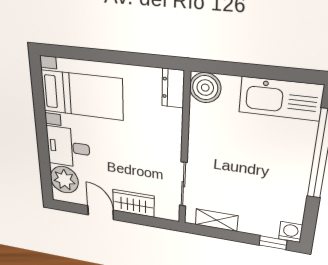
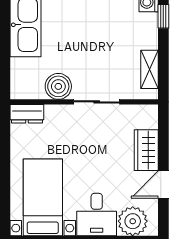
boiler: (205, 88) -> (58, 86), moved
sliding door: (183, 184) -> (97, 102), moved

